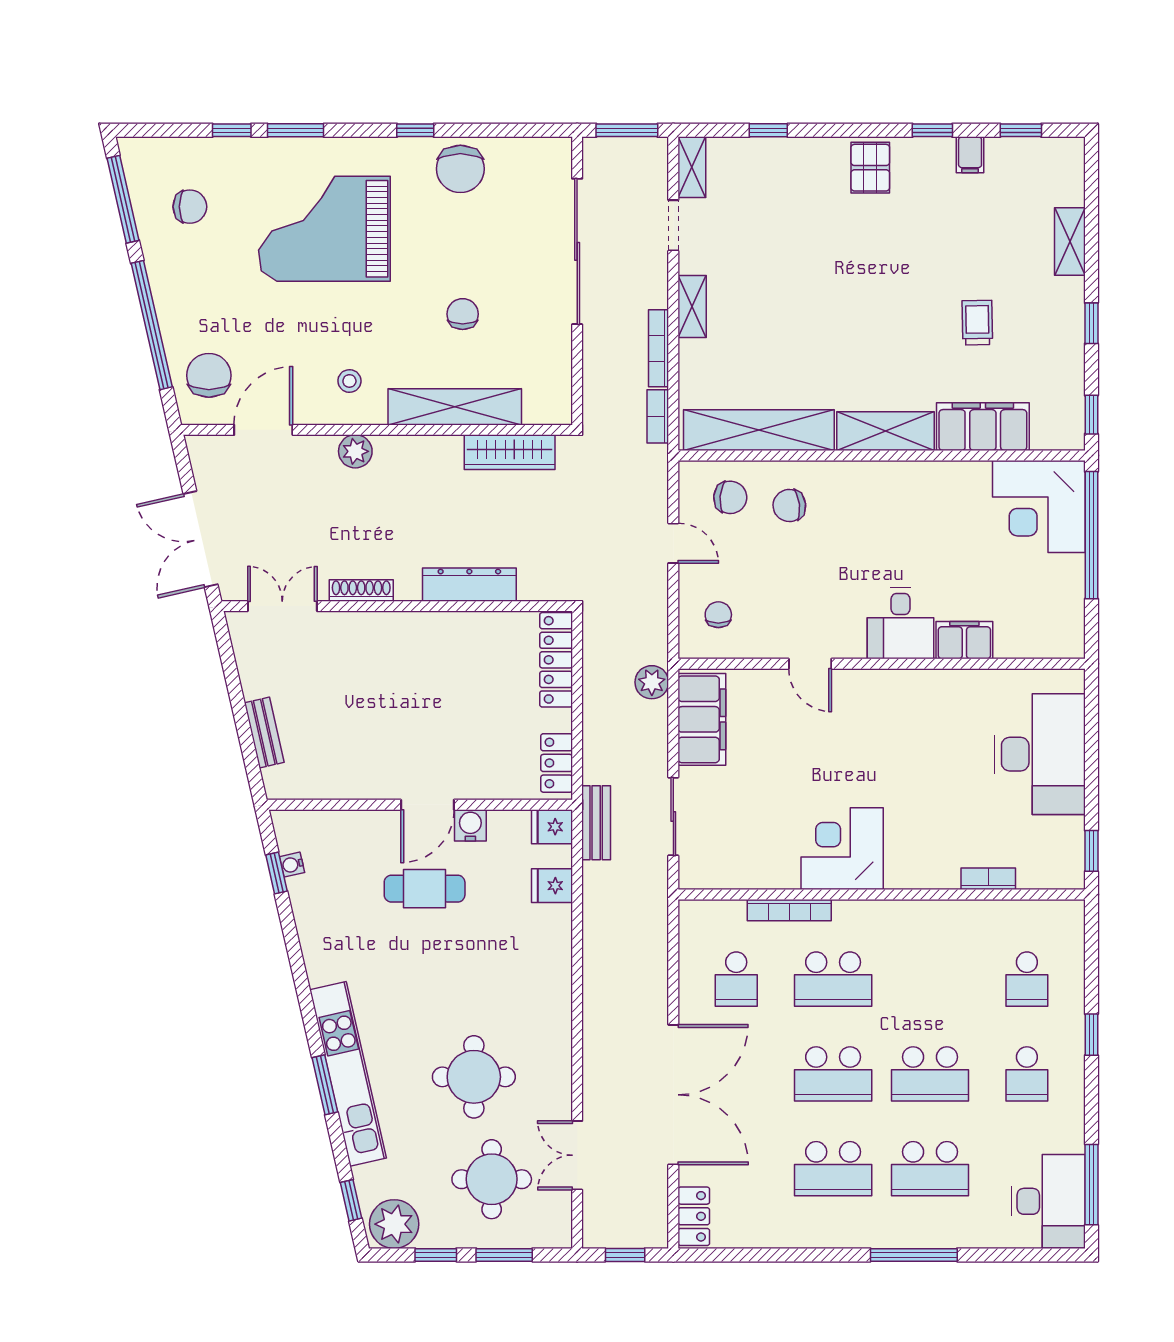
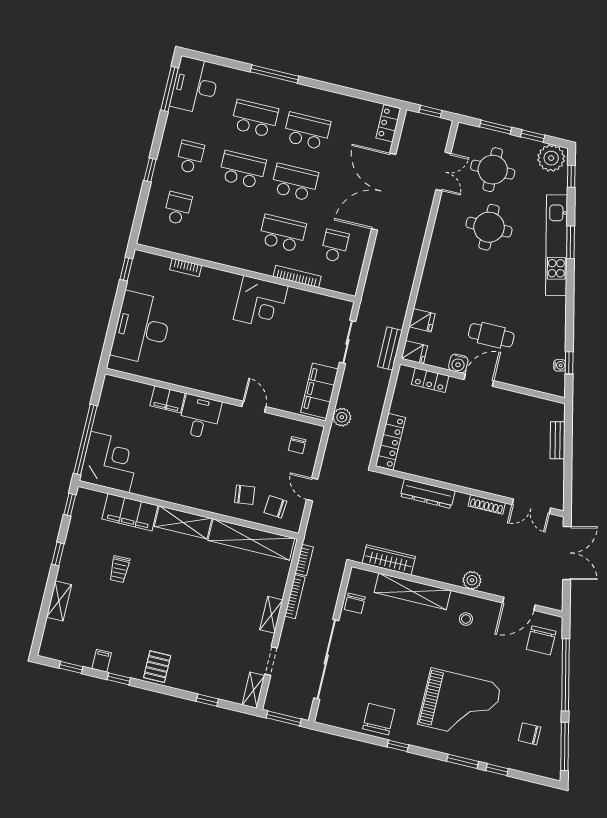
chair: (463, 314) -> (355, 603), moved
locker: (557, 763) -> (430, 380), moved, turned 90

